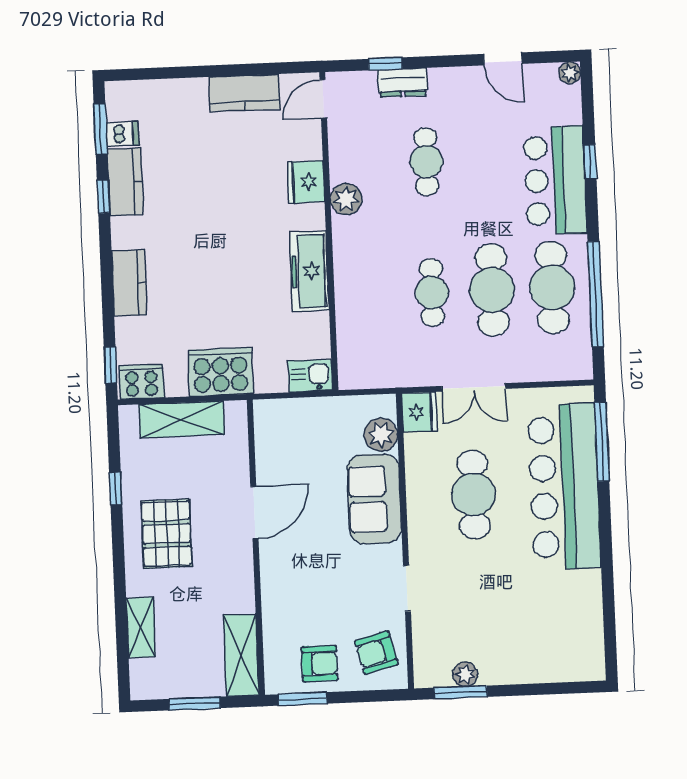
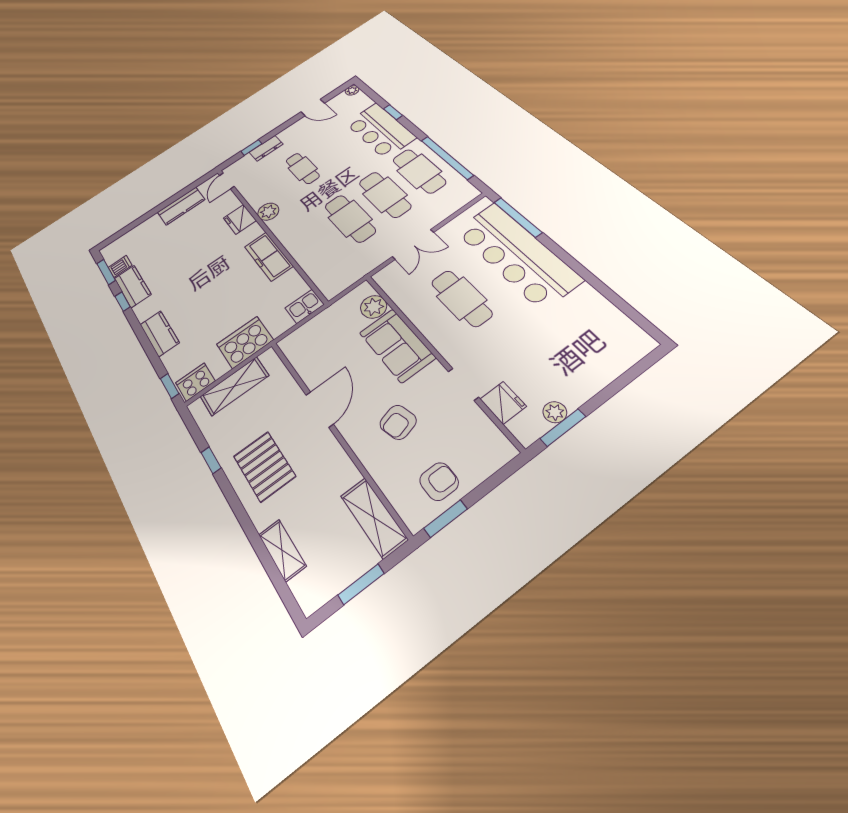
cafe table: (432, 292) -> (350, 218), width x1.37, depth x1.35
fridge: (419, 412) -> (503, 403), moved
armchair: (376, 653) -> (398, 422), moved

